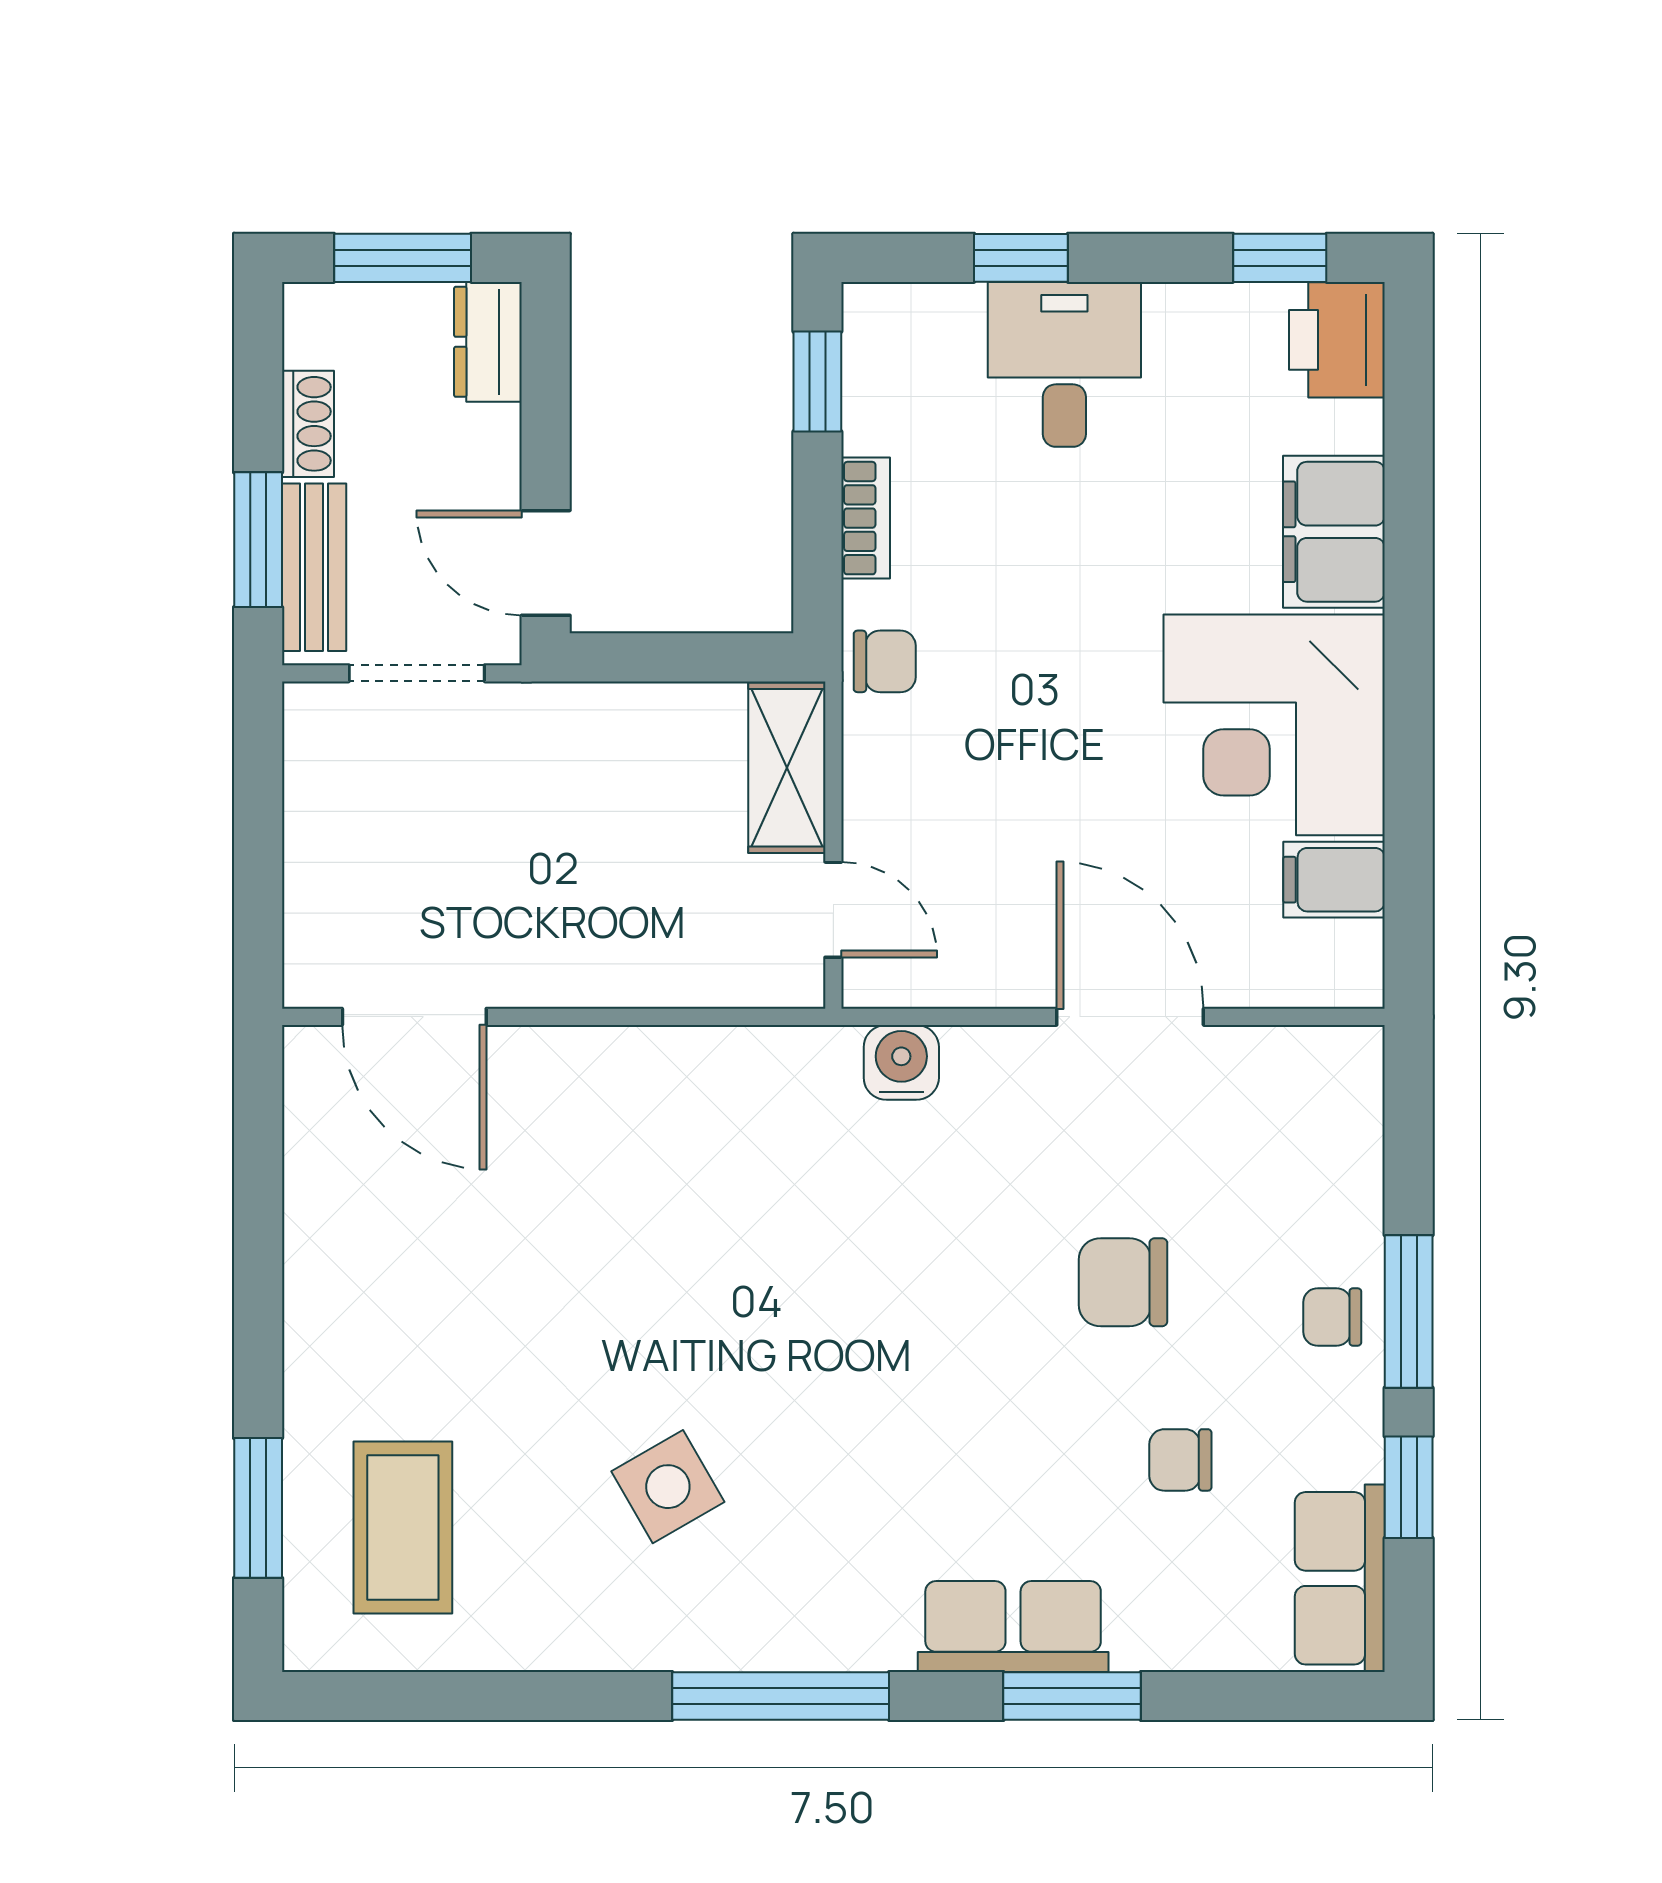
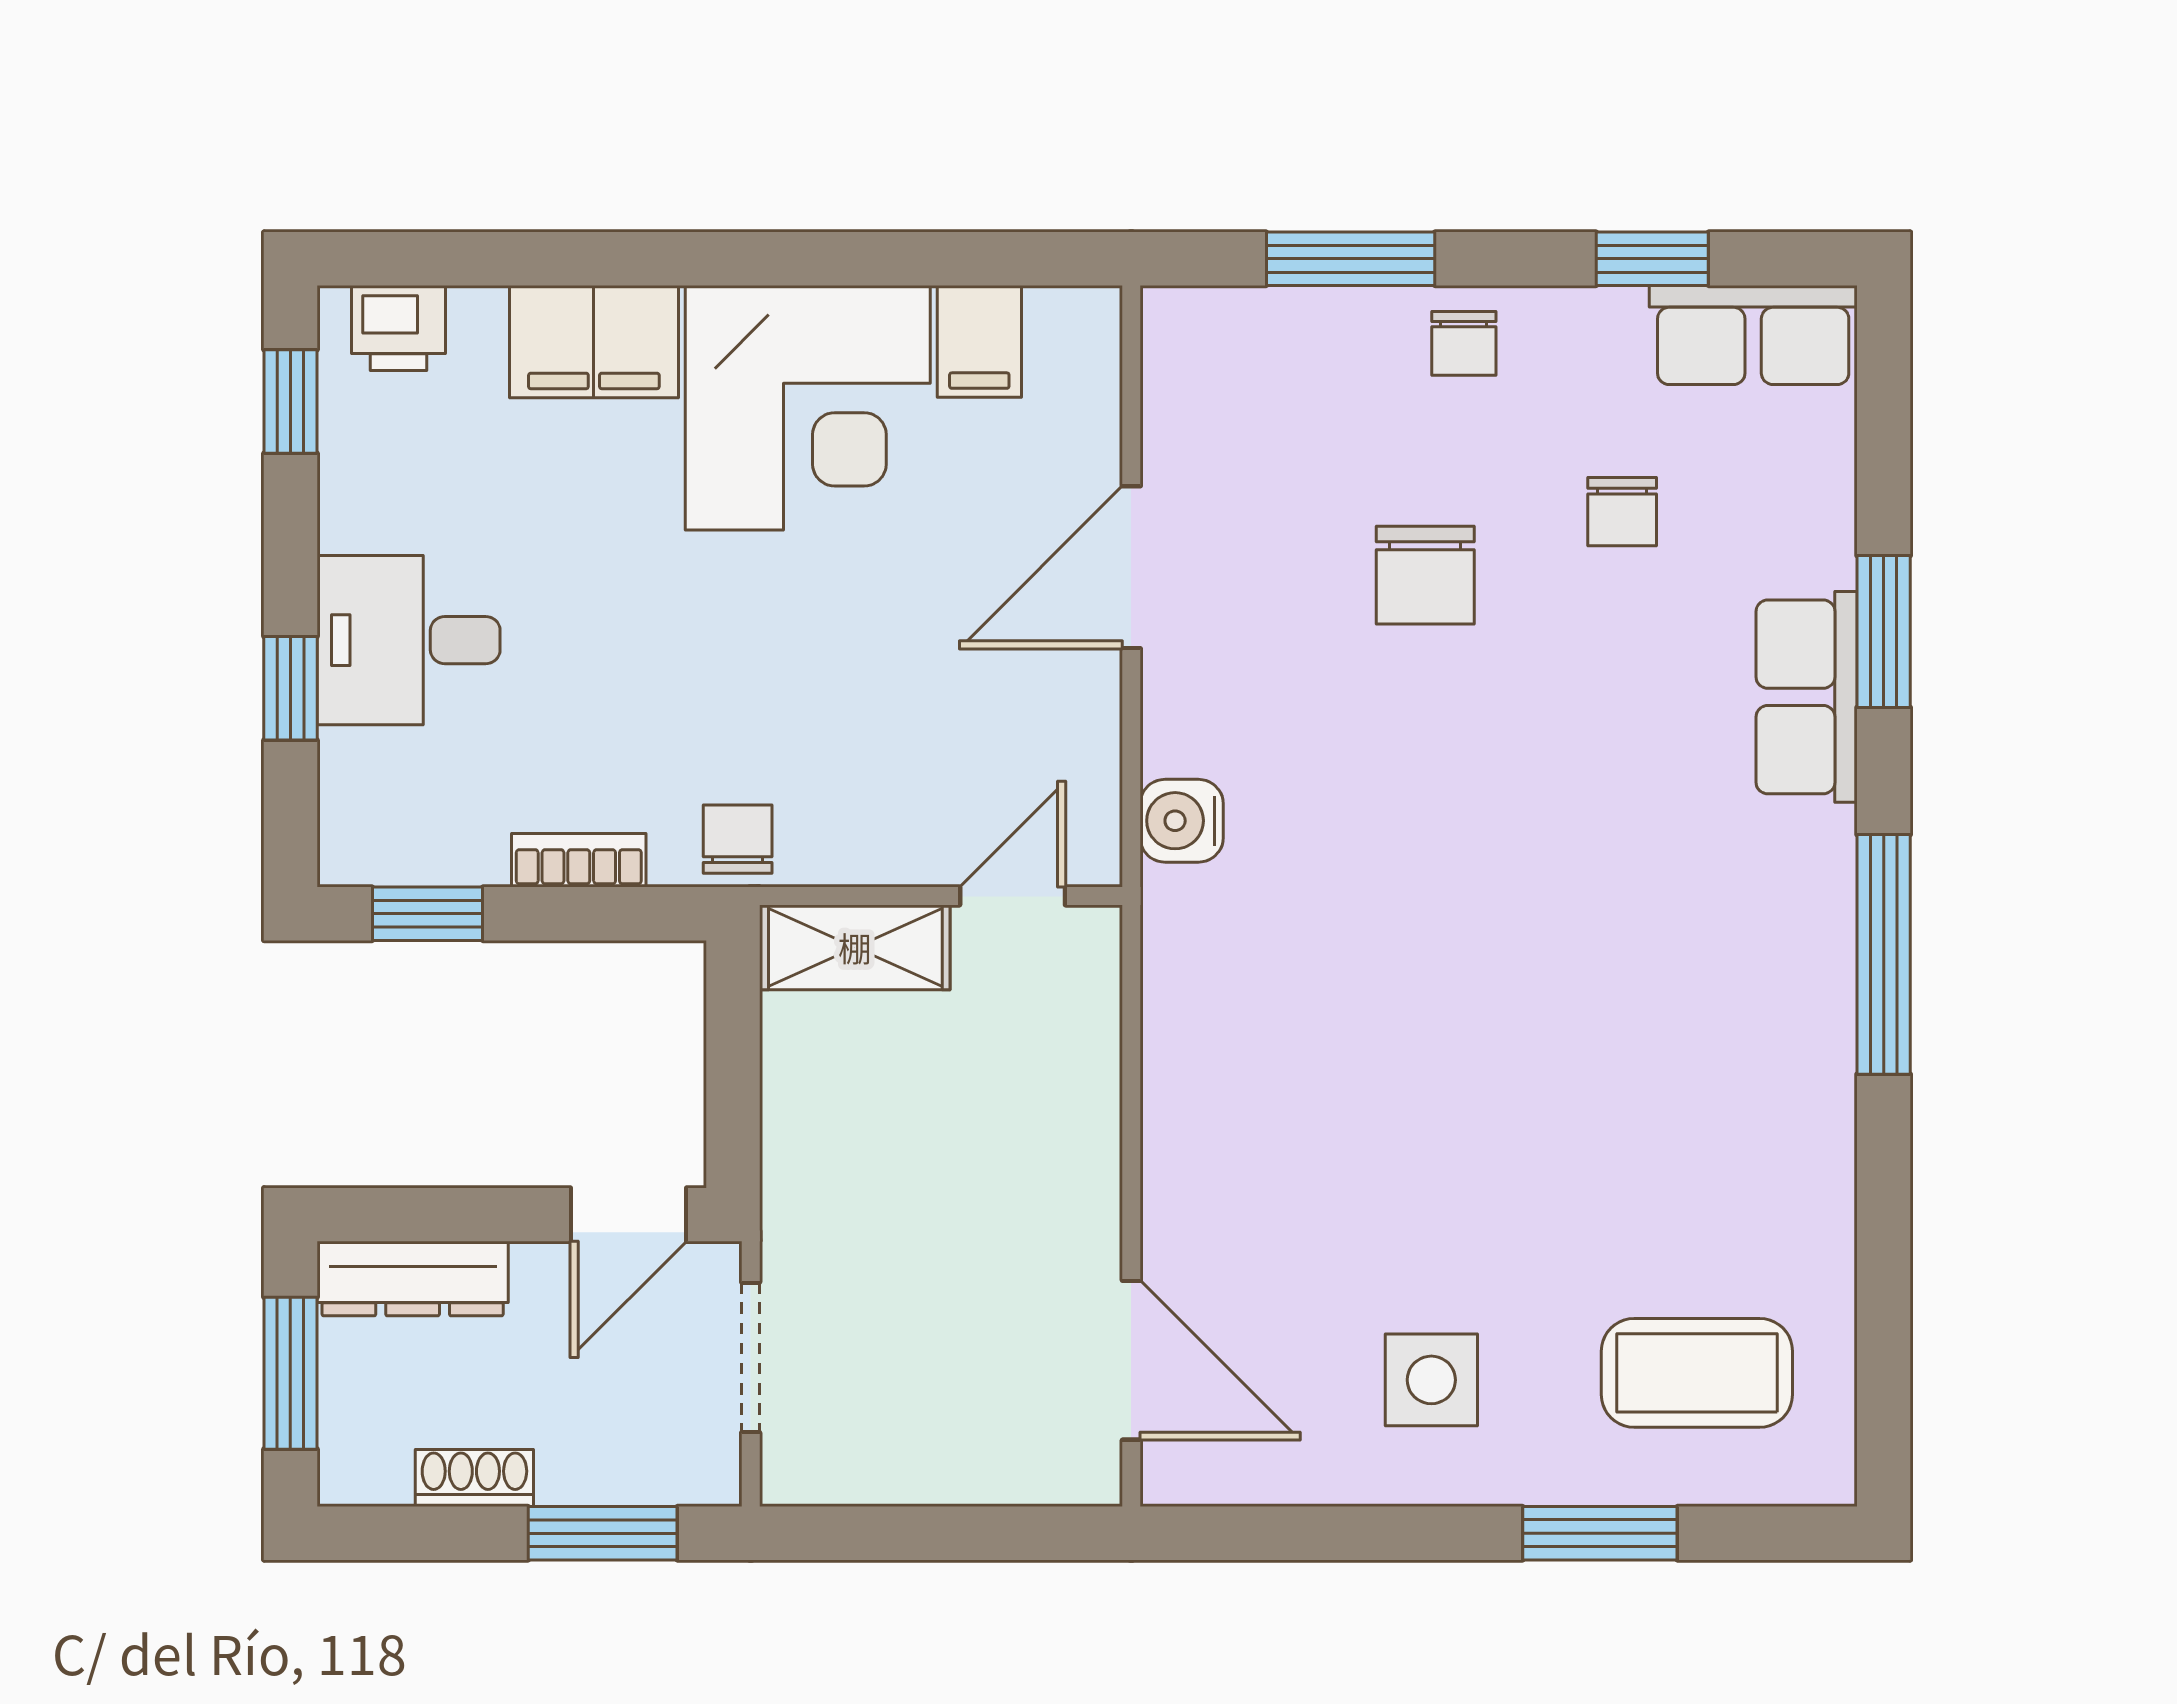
printer: (1337, 340) -> (399, 328), width x0.73, depth x0.81
dresser: (488, 342) -> (413, 1279), width x1.44
bench: (314, 567) -> (633, 1471), removed
door: (414, 1017) -> (1131, 1360), hinge flipped
window: (1409, 1311) -> (1351, 259), moved
side table: (668, 1487) -> (1431, 1380), moved, turned 30
window: (258, 1508) -> (1600, 1533), moved

